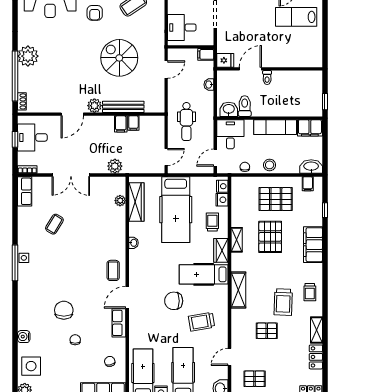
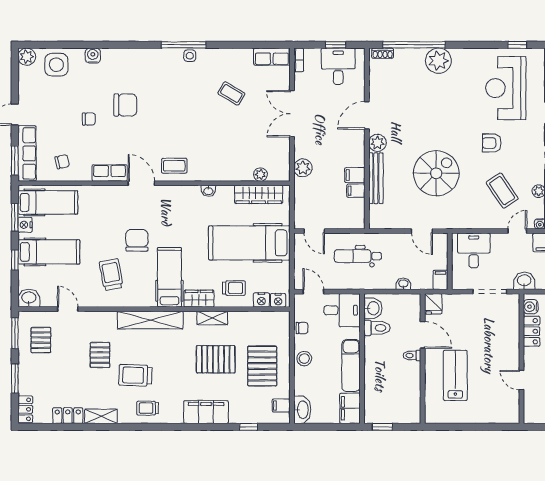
lab bench: (296, 17) -> (455, 375), moved
door: (72, 114) -> (367, 115), hinge flipped
shelving: (238, 290) -> (150, 320), width x1.47

